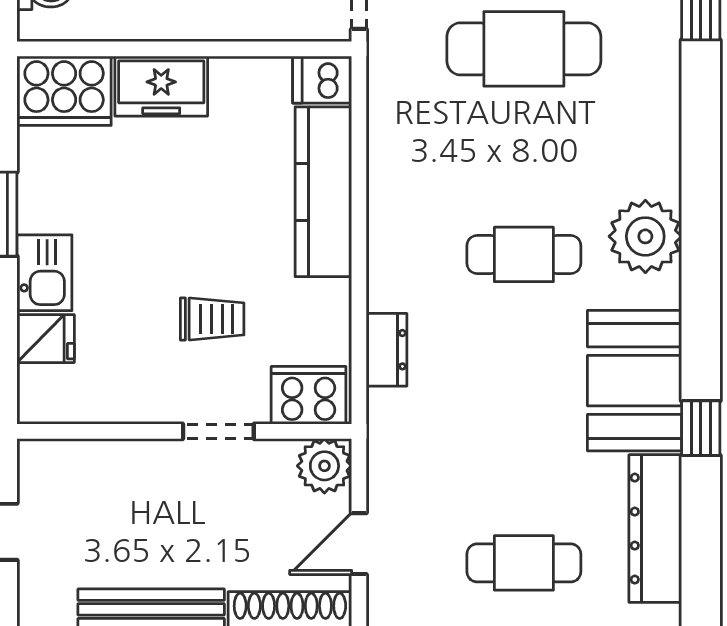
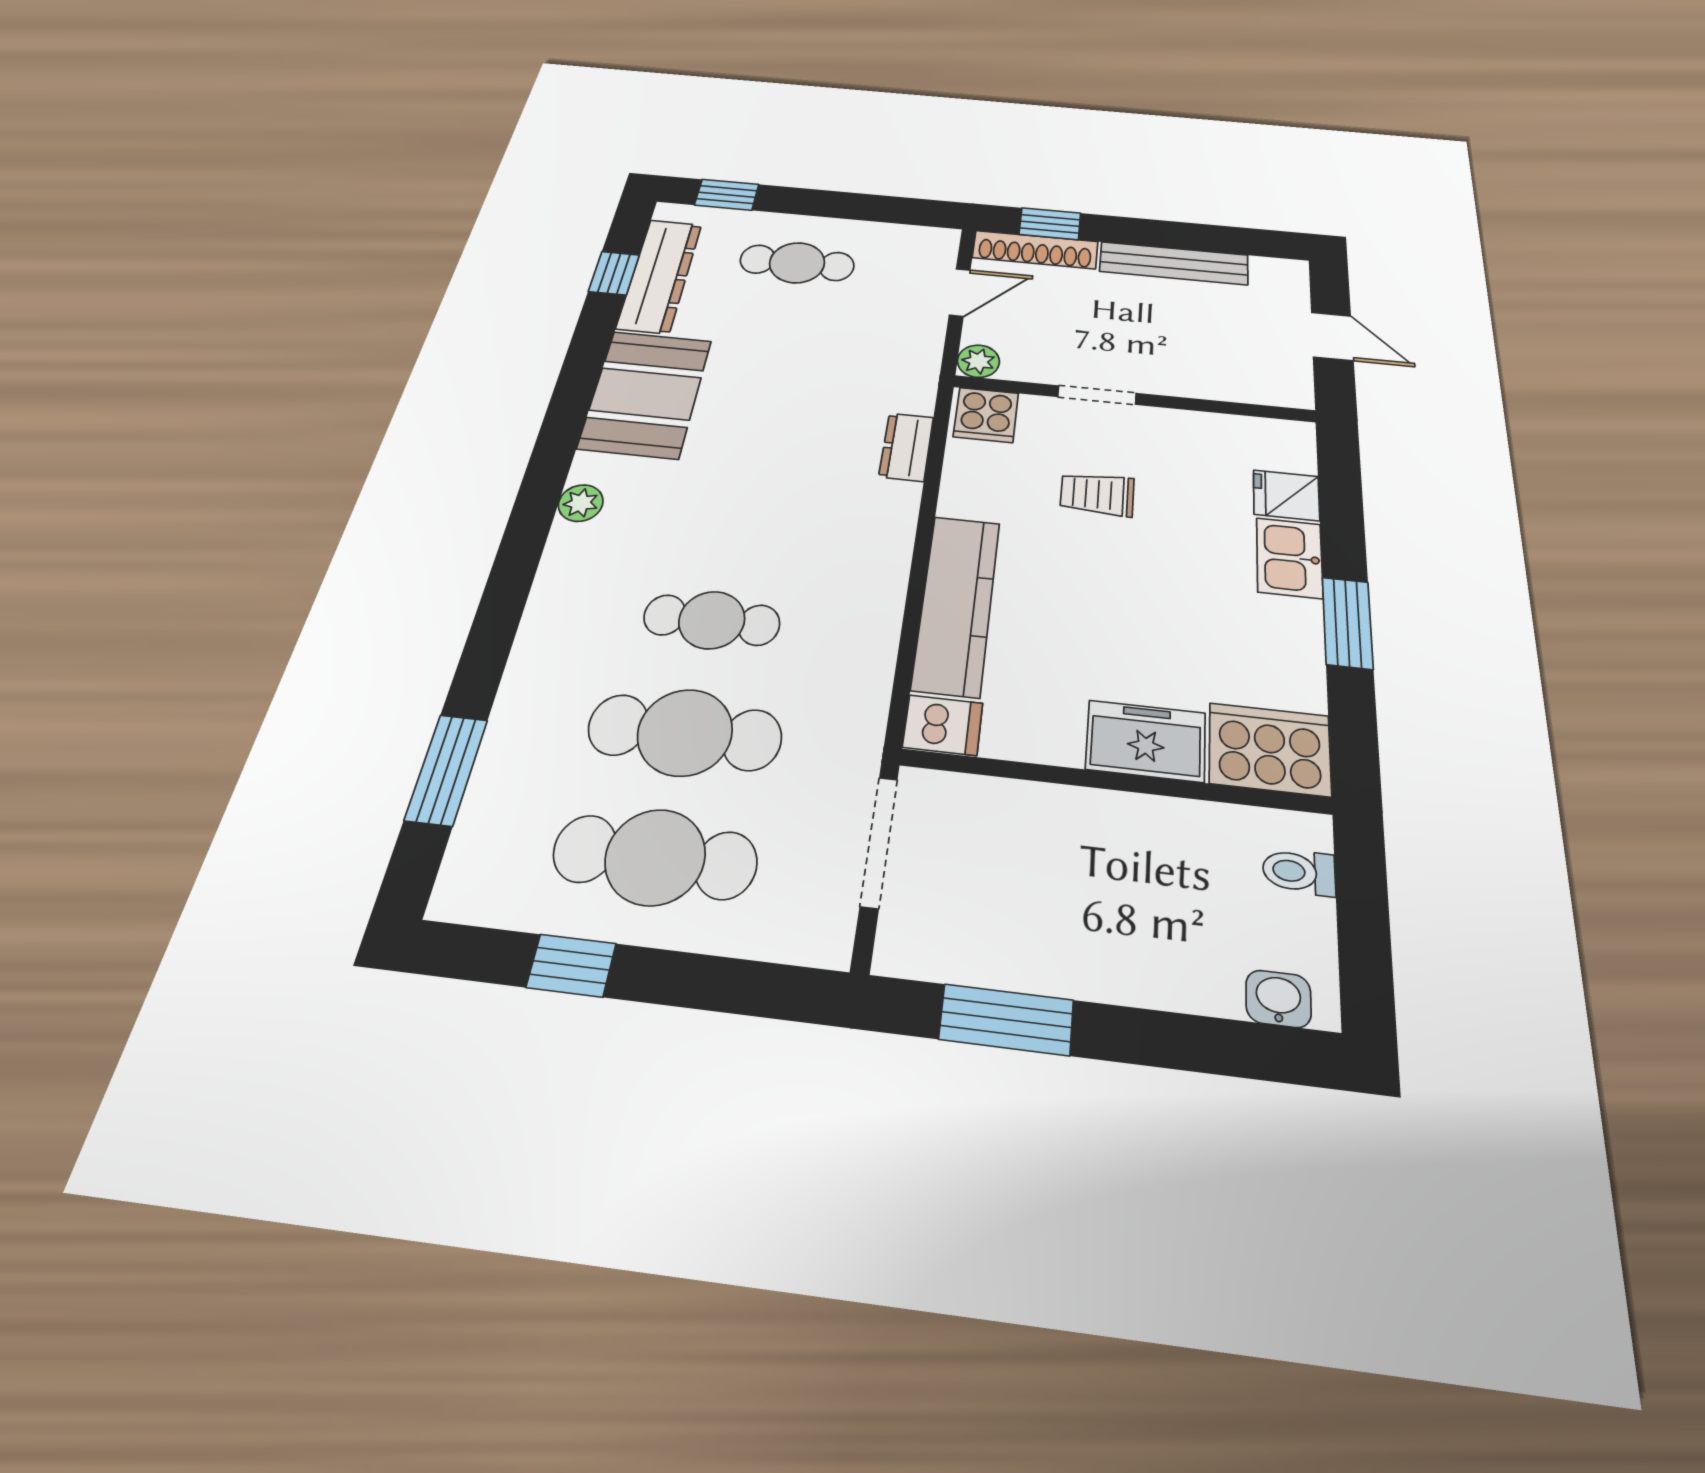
plant: (645, 236) -> (581, 503), width x0.53, depth x0.53
cafe table: (524, 254) -> (712, 620), moved
cooker: (309, 395) -> (986, 415), width x0.73
window: (701, 428) -> (614, 273), moved
plant: (324, 466) -> (978, 361), width x0.73, depth x0.73

